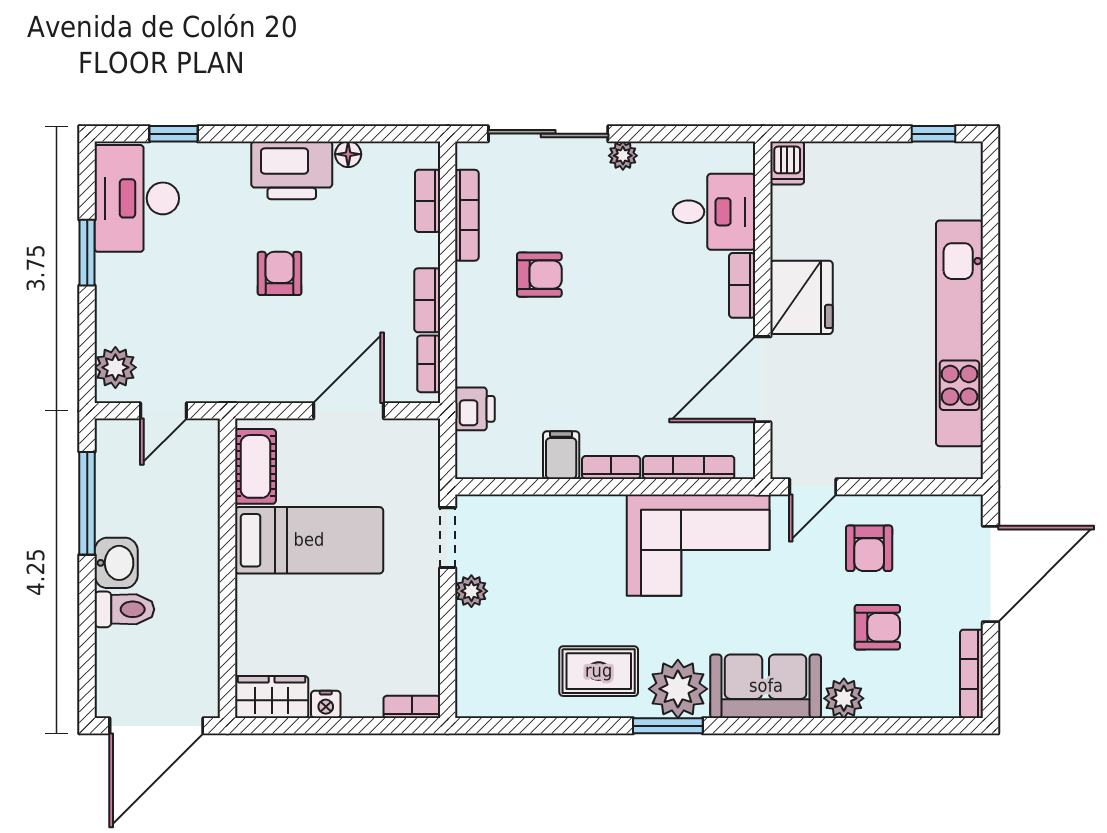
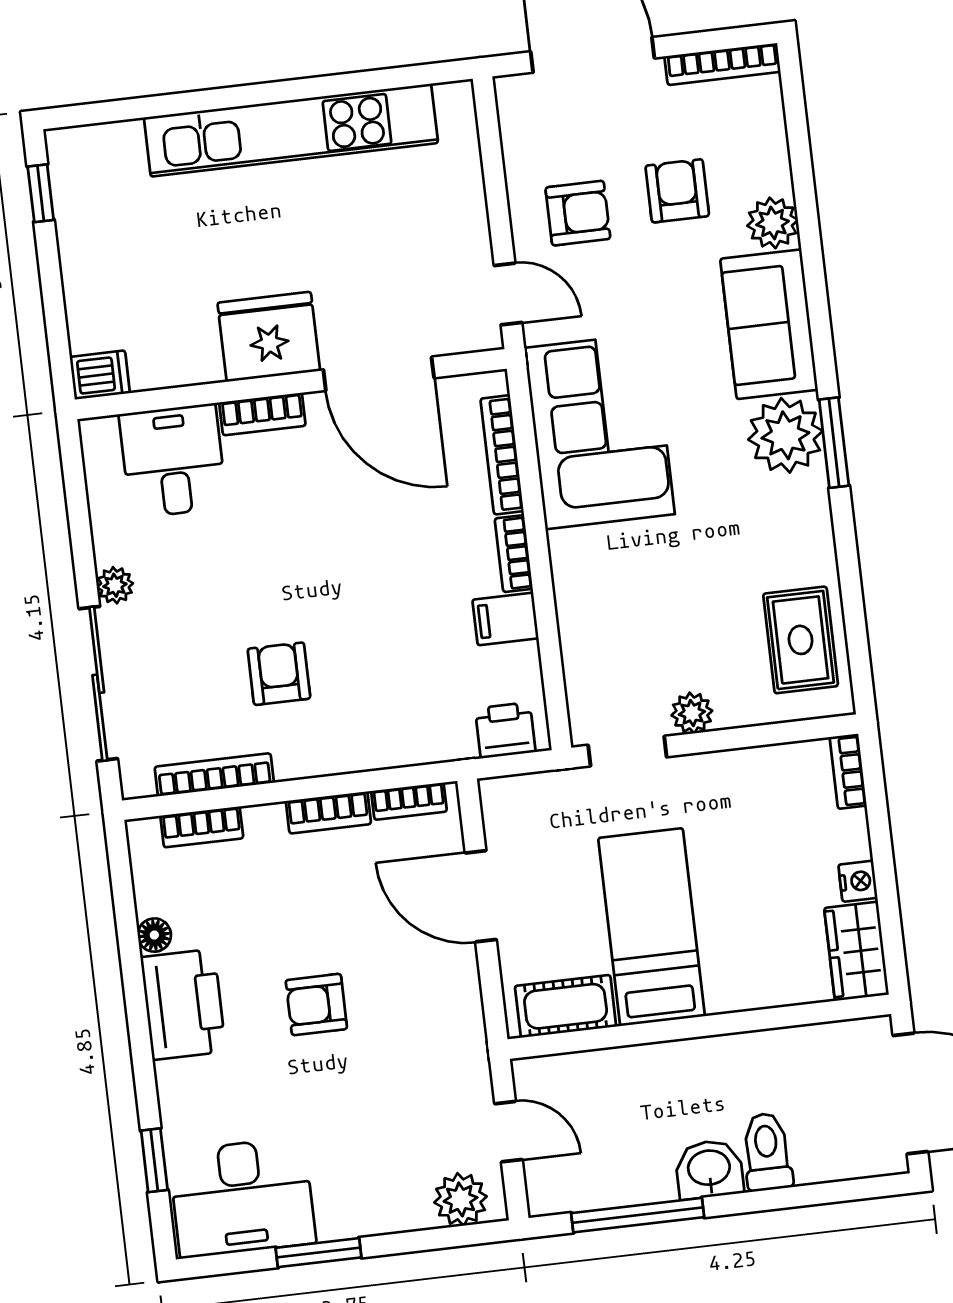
printer: (475, 409) -> (505, 730), moved
rug: (599, 671) -> (801, 640), moved

